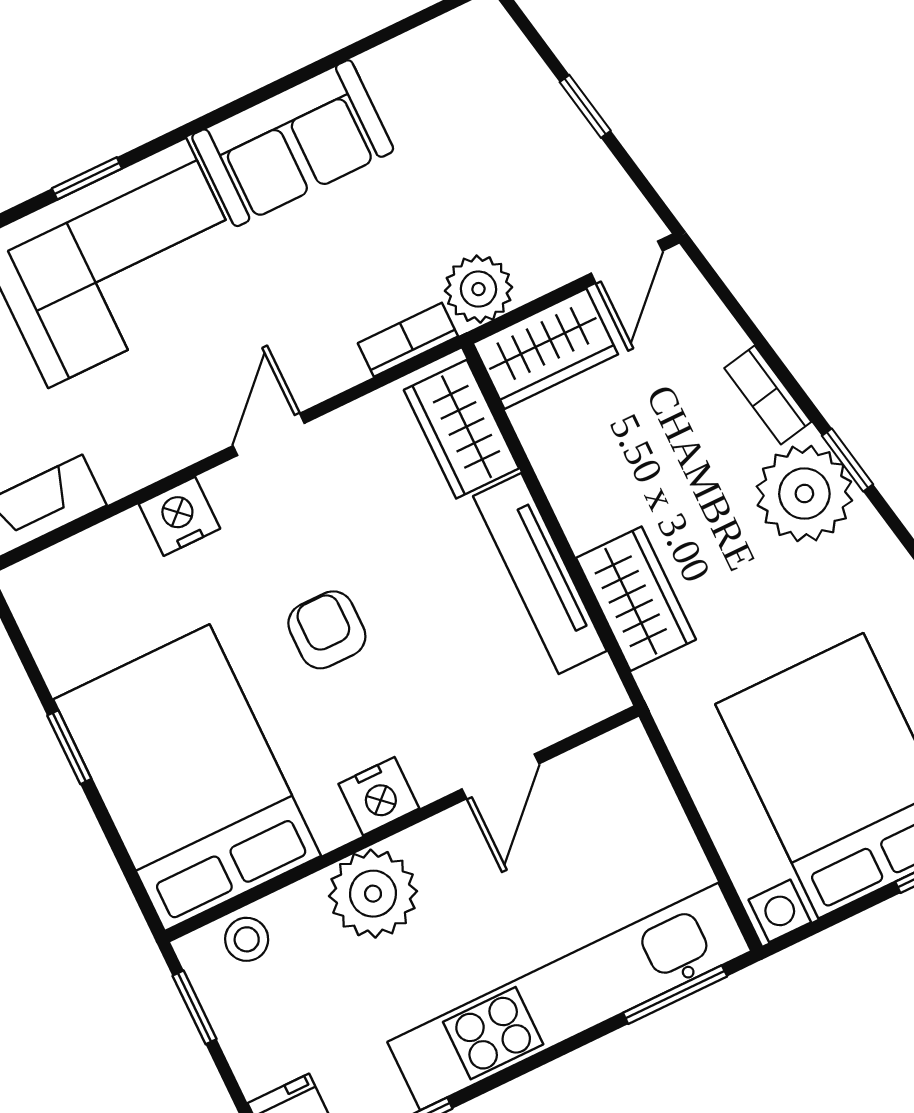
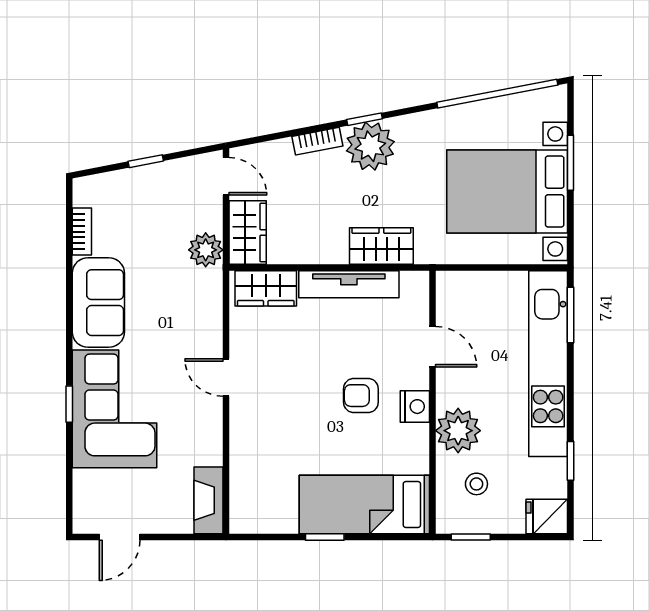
bookcase: (408, 340) -> (82, 232), moved, turned 180
nightstand: (179, 516) -> (244, 436), removed
armchair: (327, 630) -> (361, 396), moved
bed: (187, 778) -> (364, 504), width x0.67
stool: (247, 939) -> (476, 484), moved

